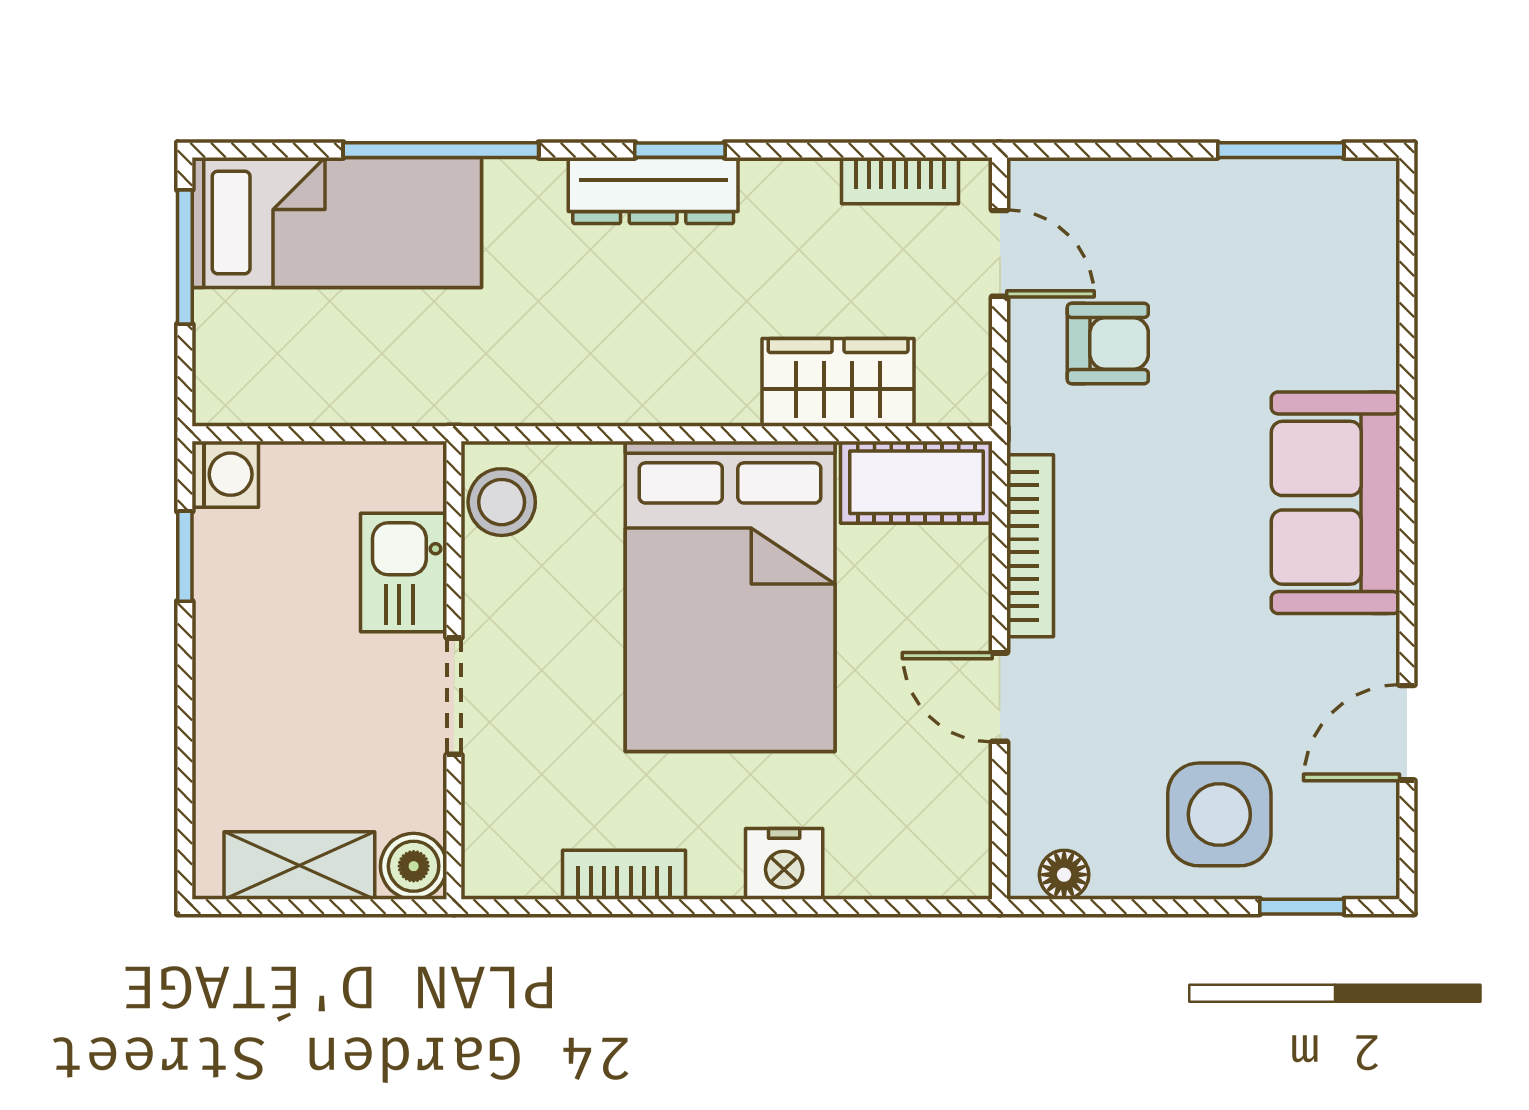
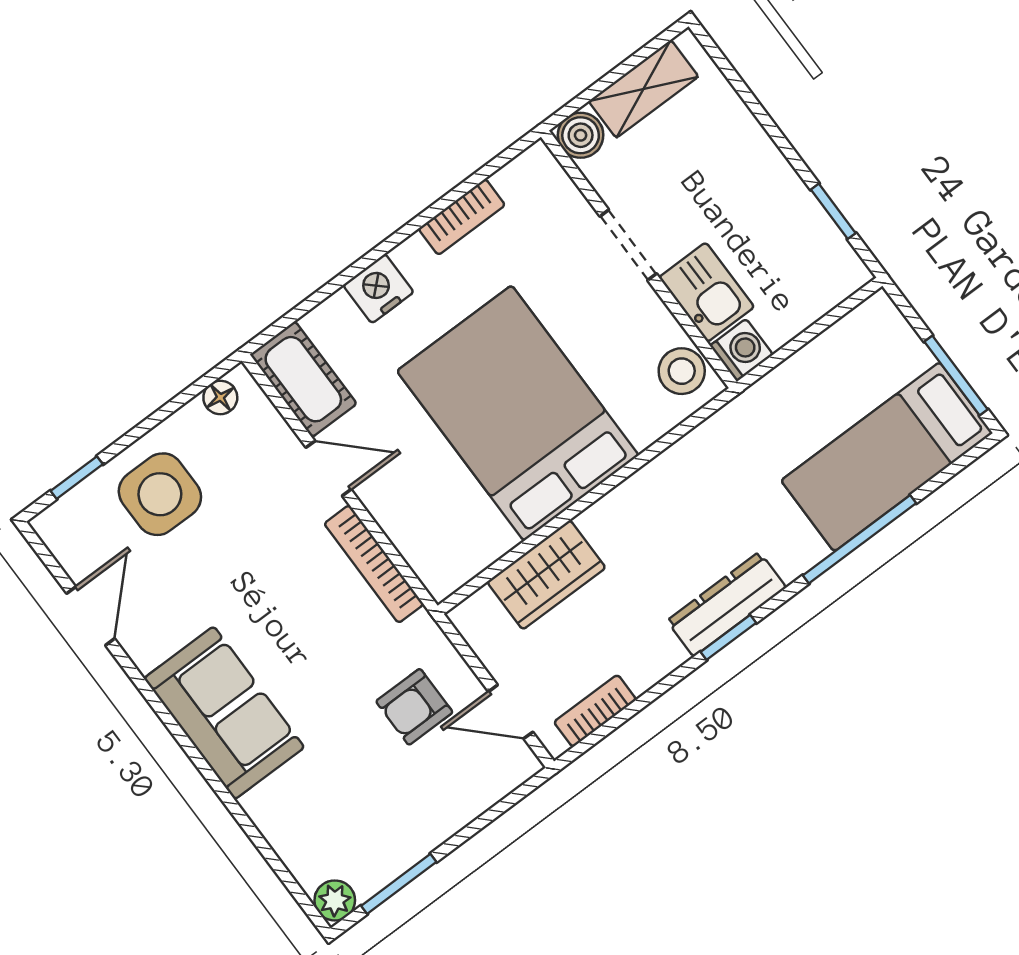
plant: (1370, 187) -> (335, 900), added
washing machine: (225, 474) -> (742, 350), moved, turned 180
cot: (916, 482) -> (303, 379), moved, turned 90

